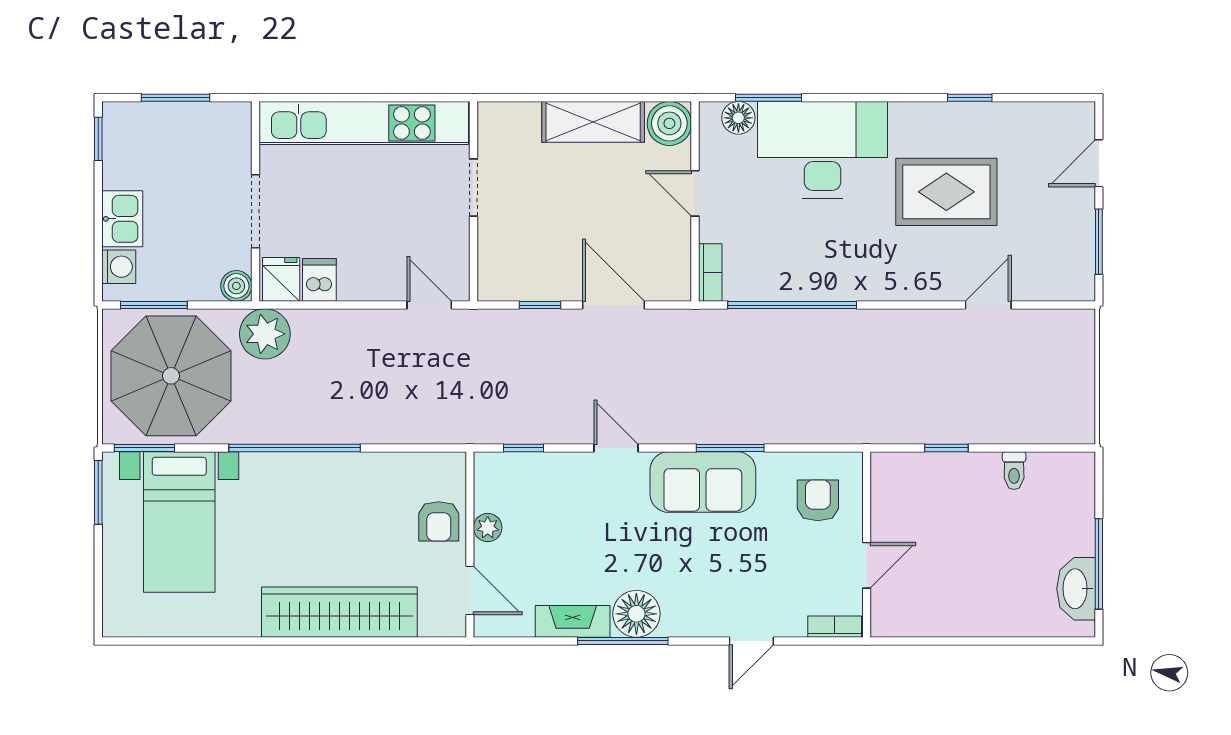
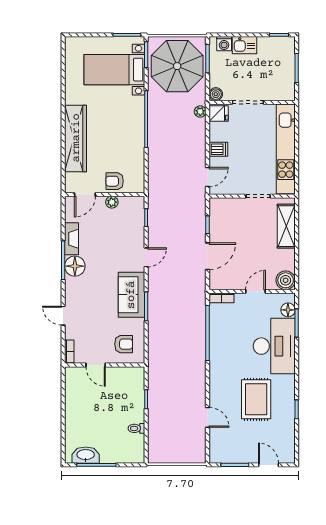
shelving: (593, 122) -> (286, 226), moved
dishwasher: (319, 280) -> (218, 149), moved
plant: (265, 334) -> (200, 112), width x0.53, depth x0.53

